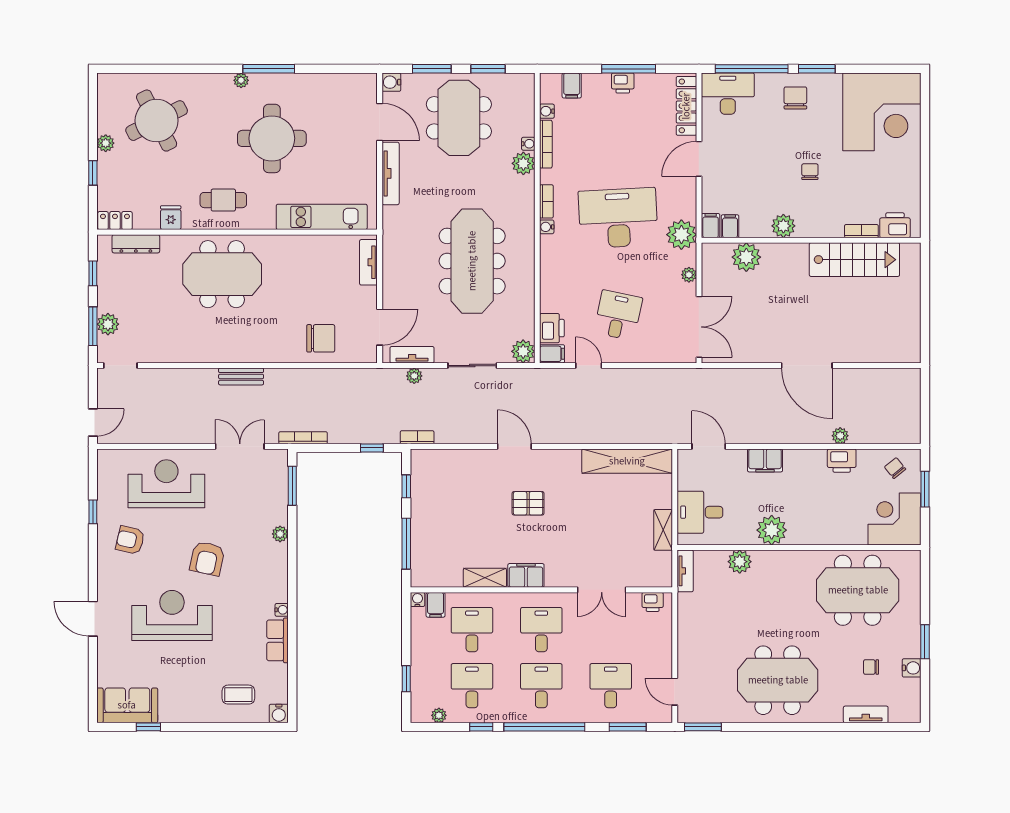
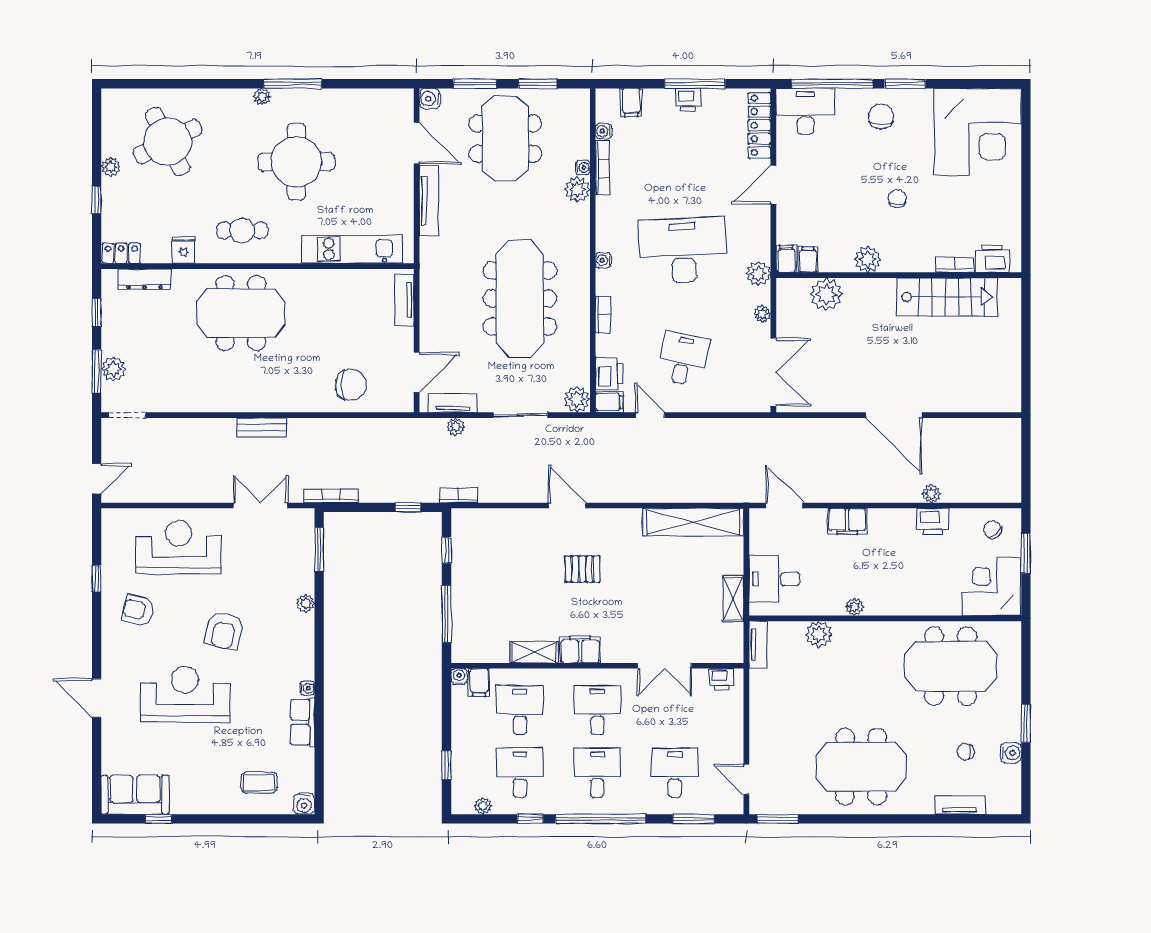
bookcase: (546, 201) -> (603, 315), moved
plant: (681, 235) -> (758, 273), width x0.73, depth x0.73
plant: (772, 530) -> (855, 607), width x0.53, depth x0.53

